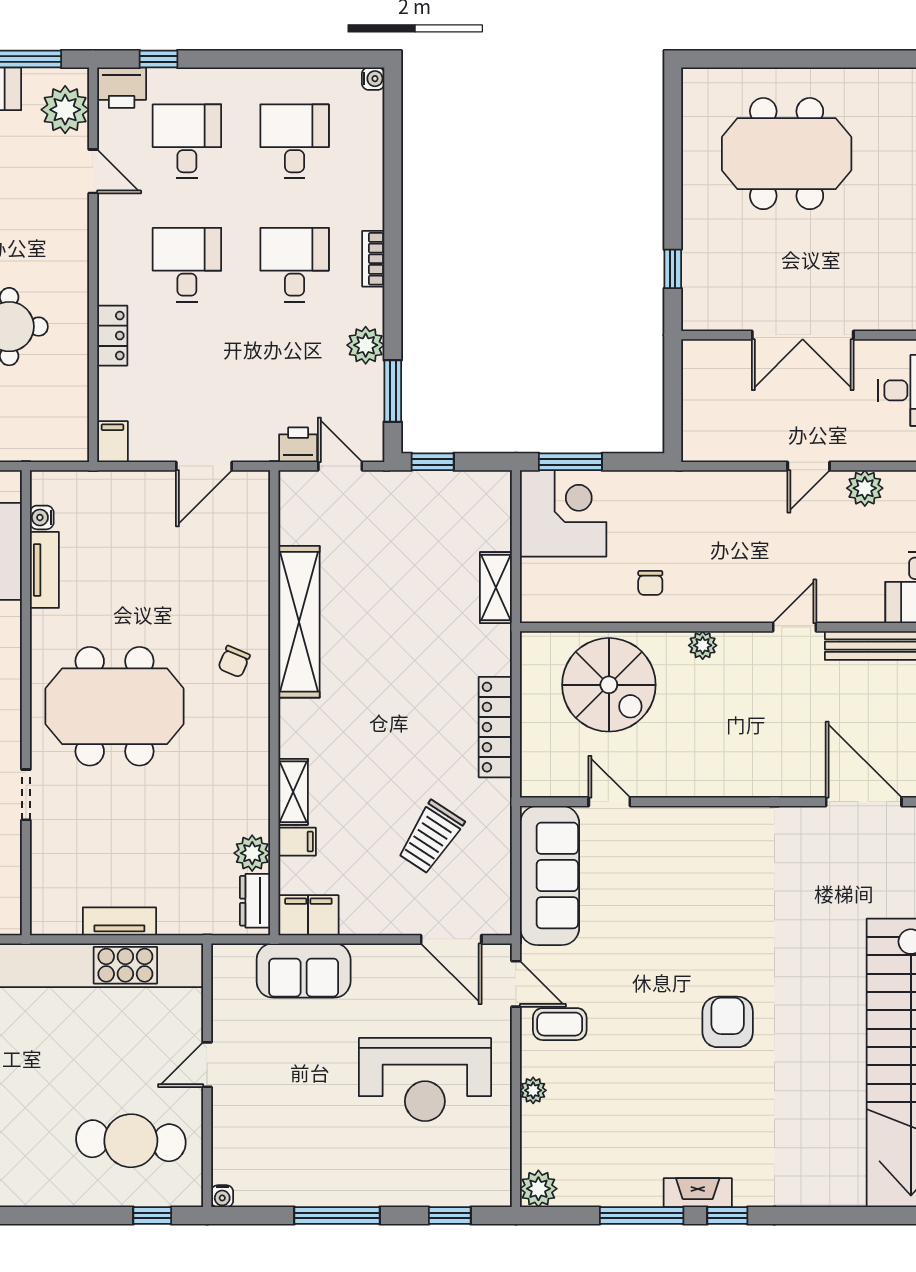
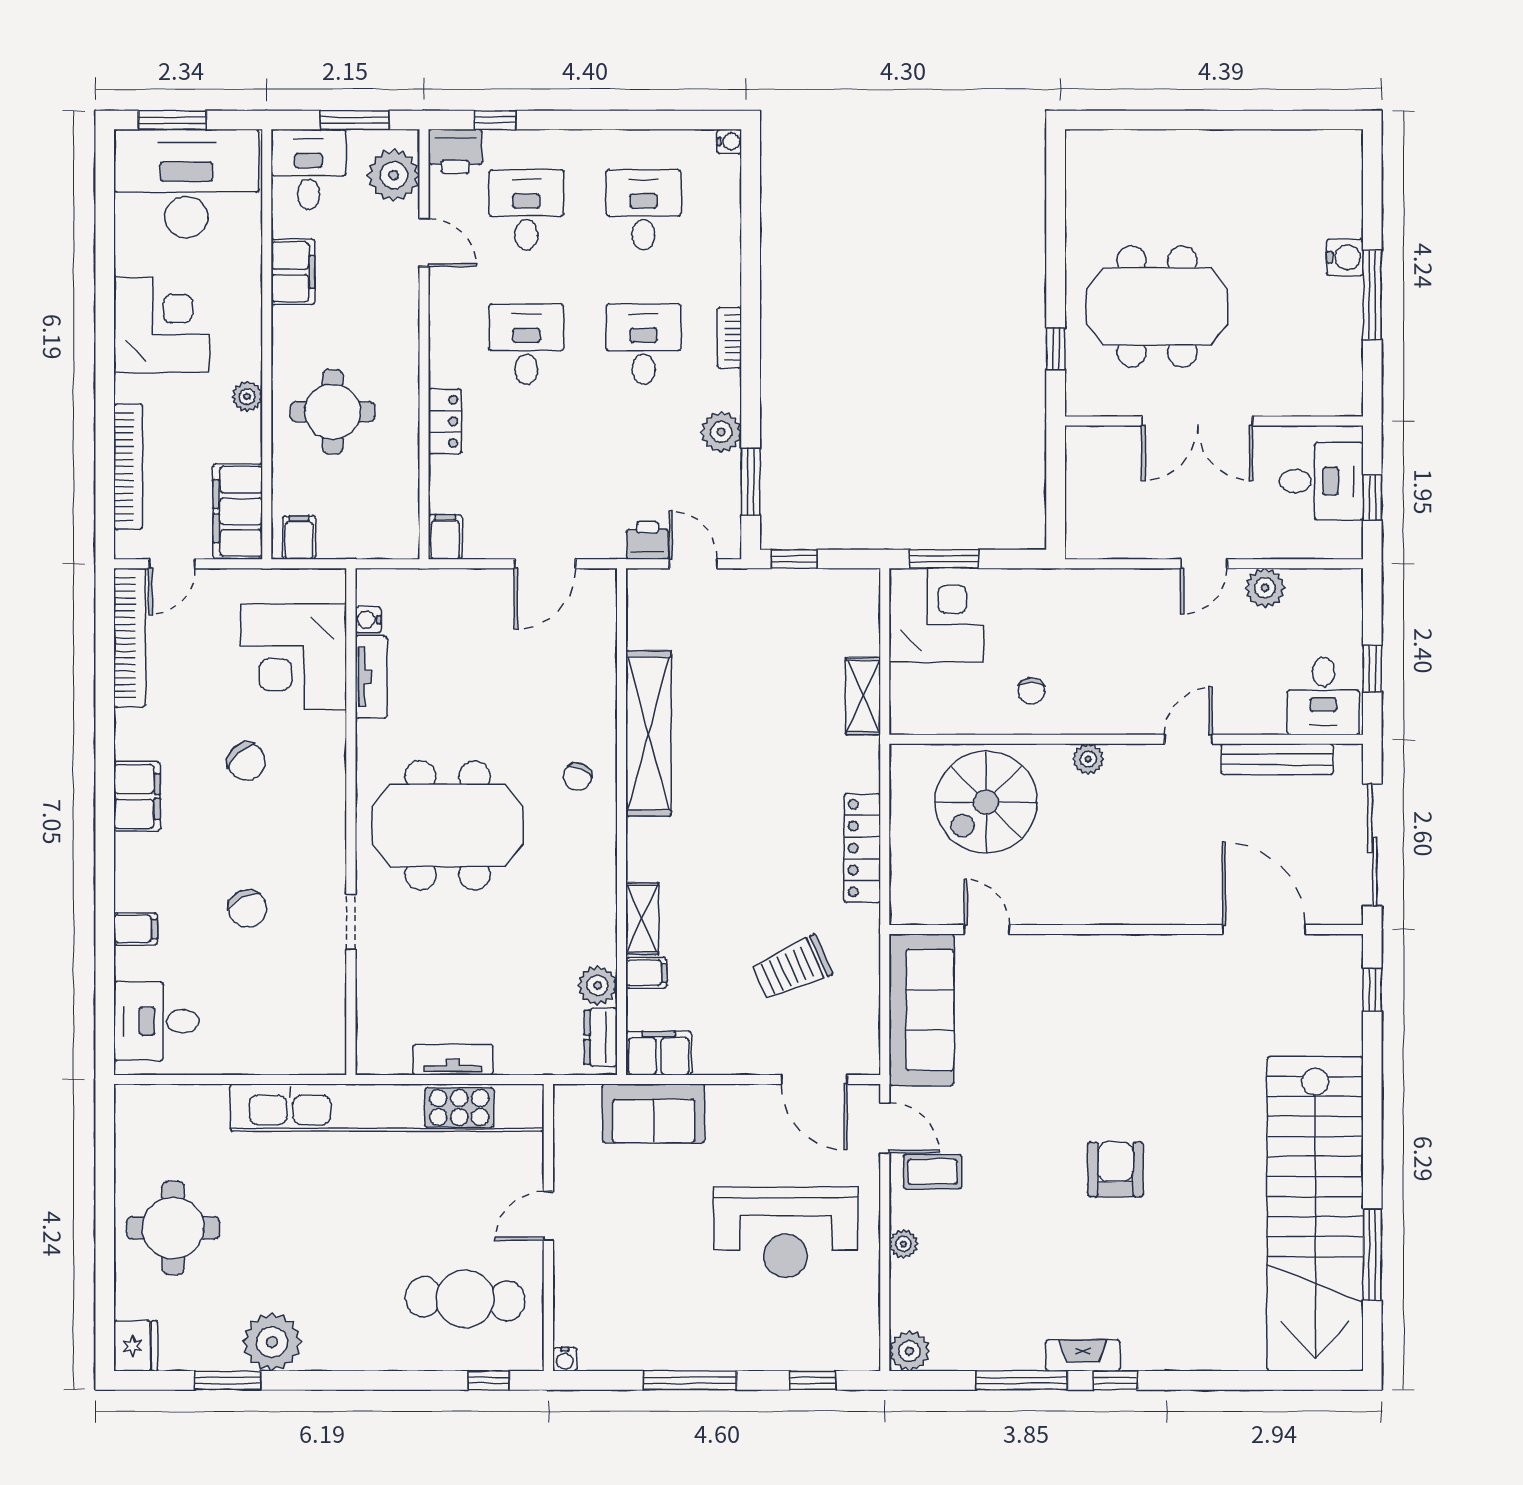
meeting table: (787, 154) -> (1157, 306), moved
spiral stairs: (609, 685) -> (986, 802), turned 90
trolley: (431, 837) -> (792, 968), turned 33

